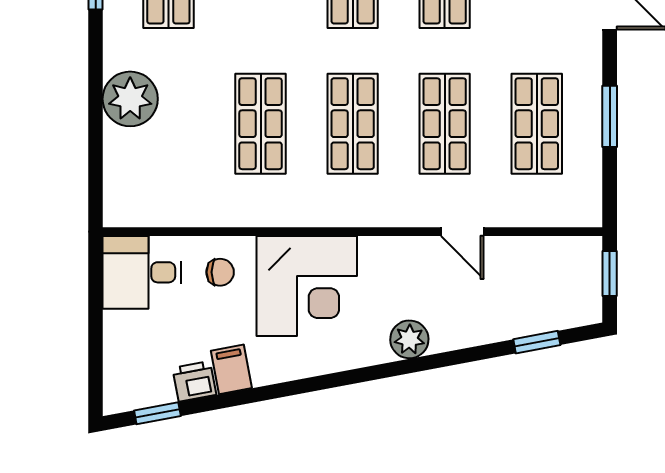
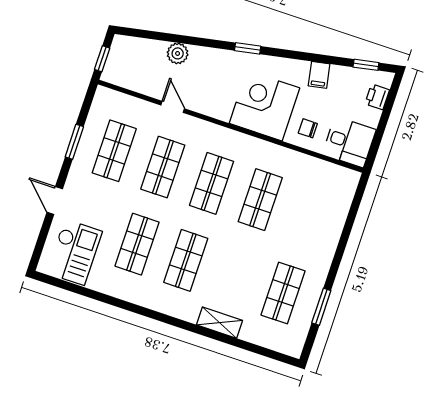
plant: (130, 99) -> (325, 236), removed
plant: (409, 339) -> (178, 53), moved
window: (537, 342) -> (248, 48), moved
printer: (194, 381) -> (377, 97), moved, turned 101

